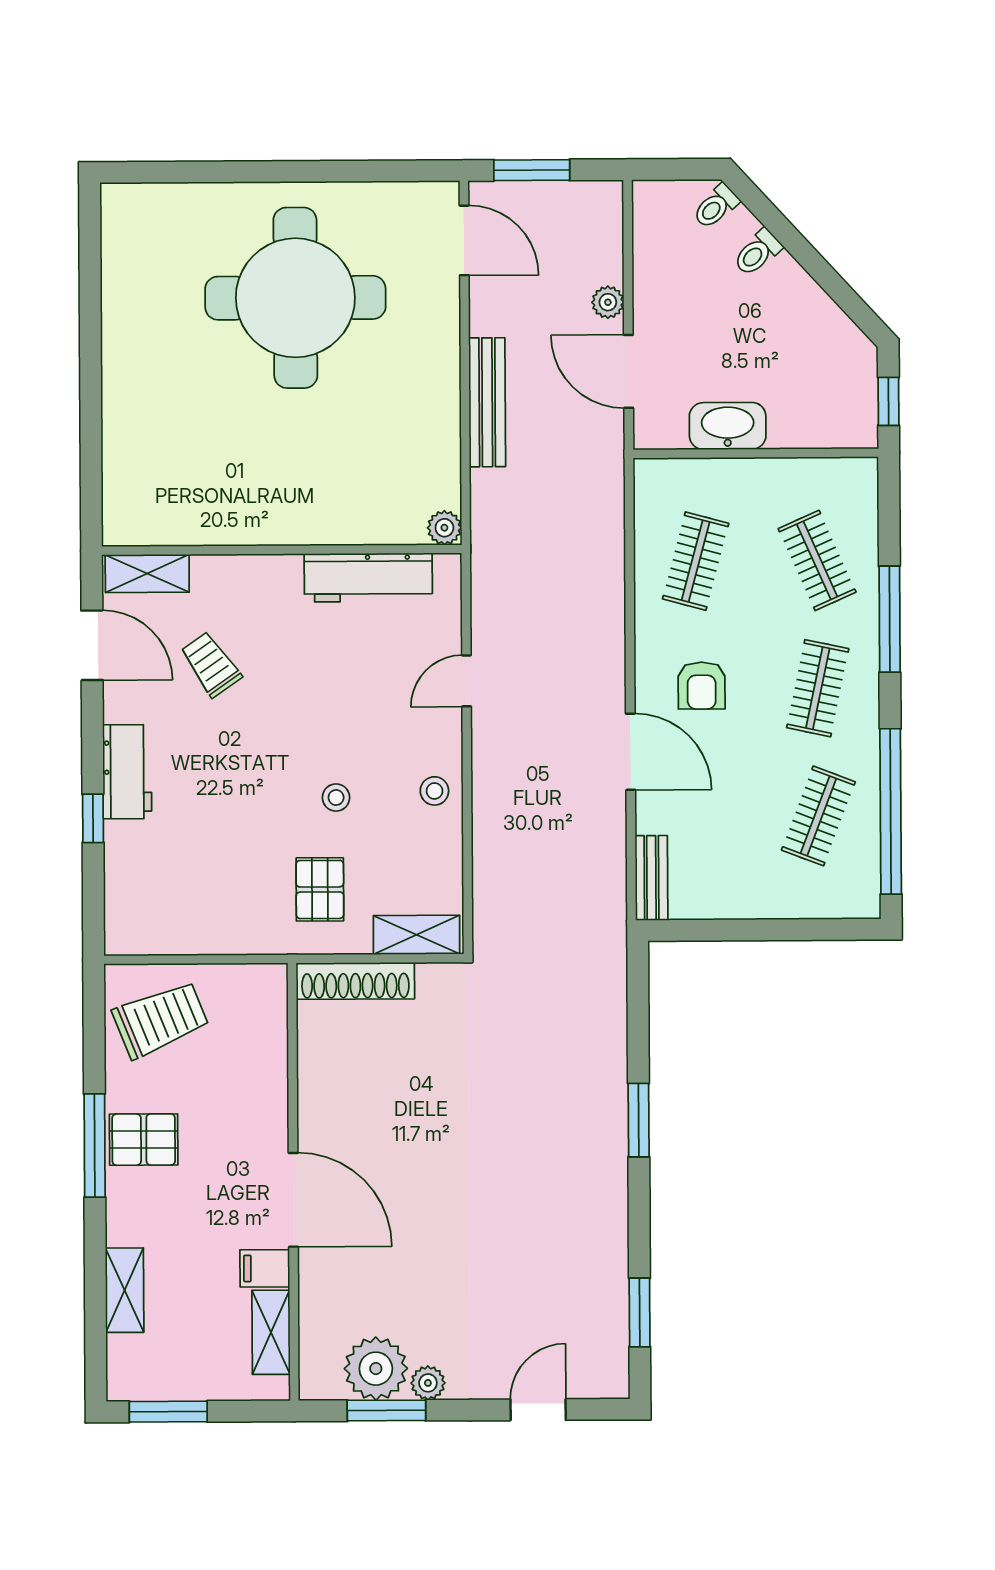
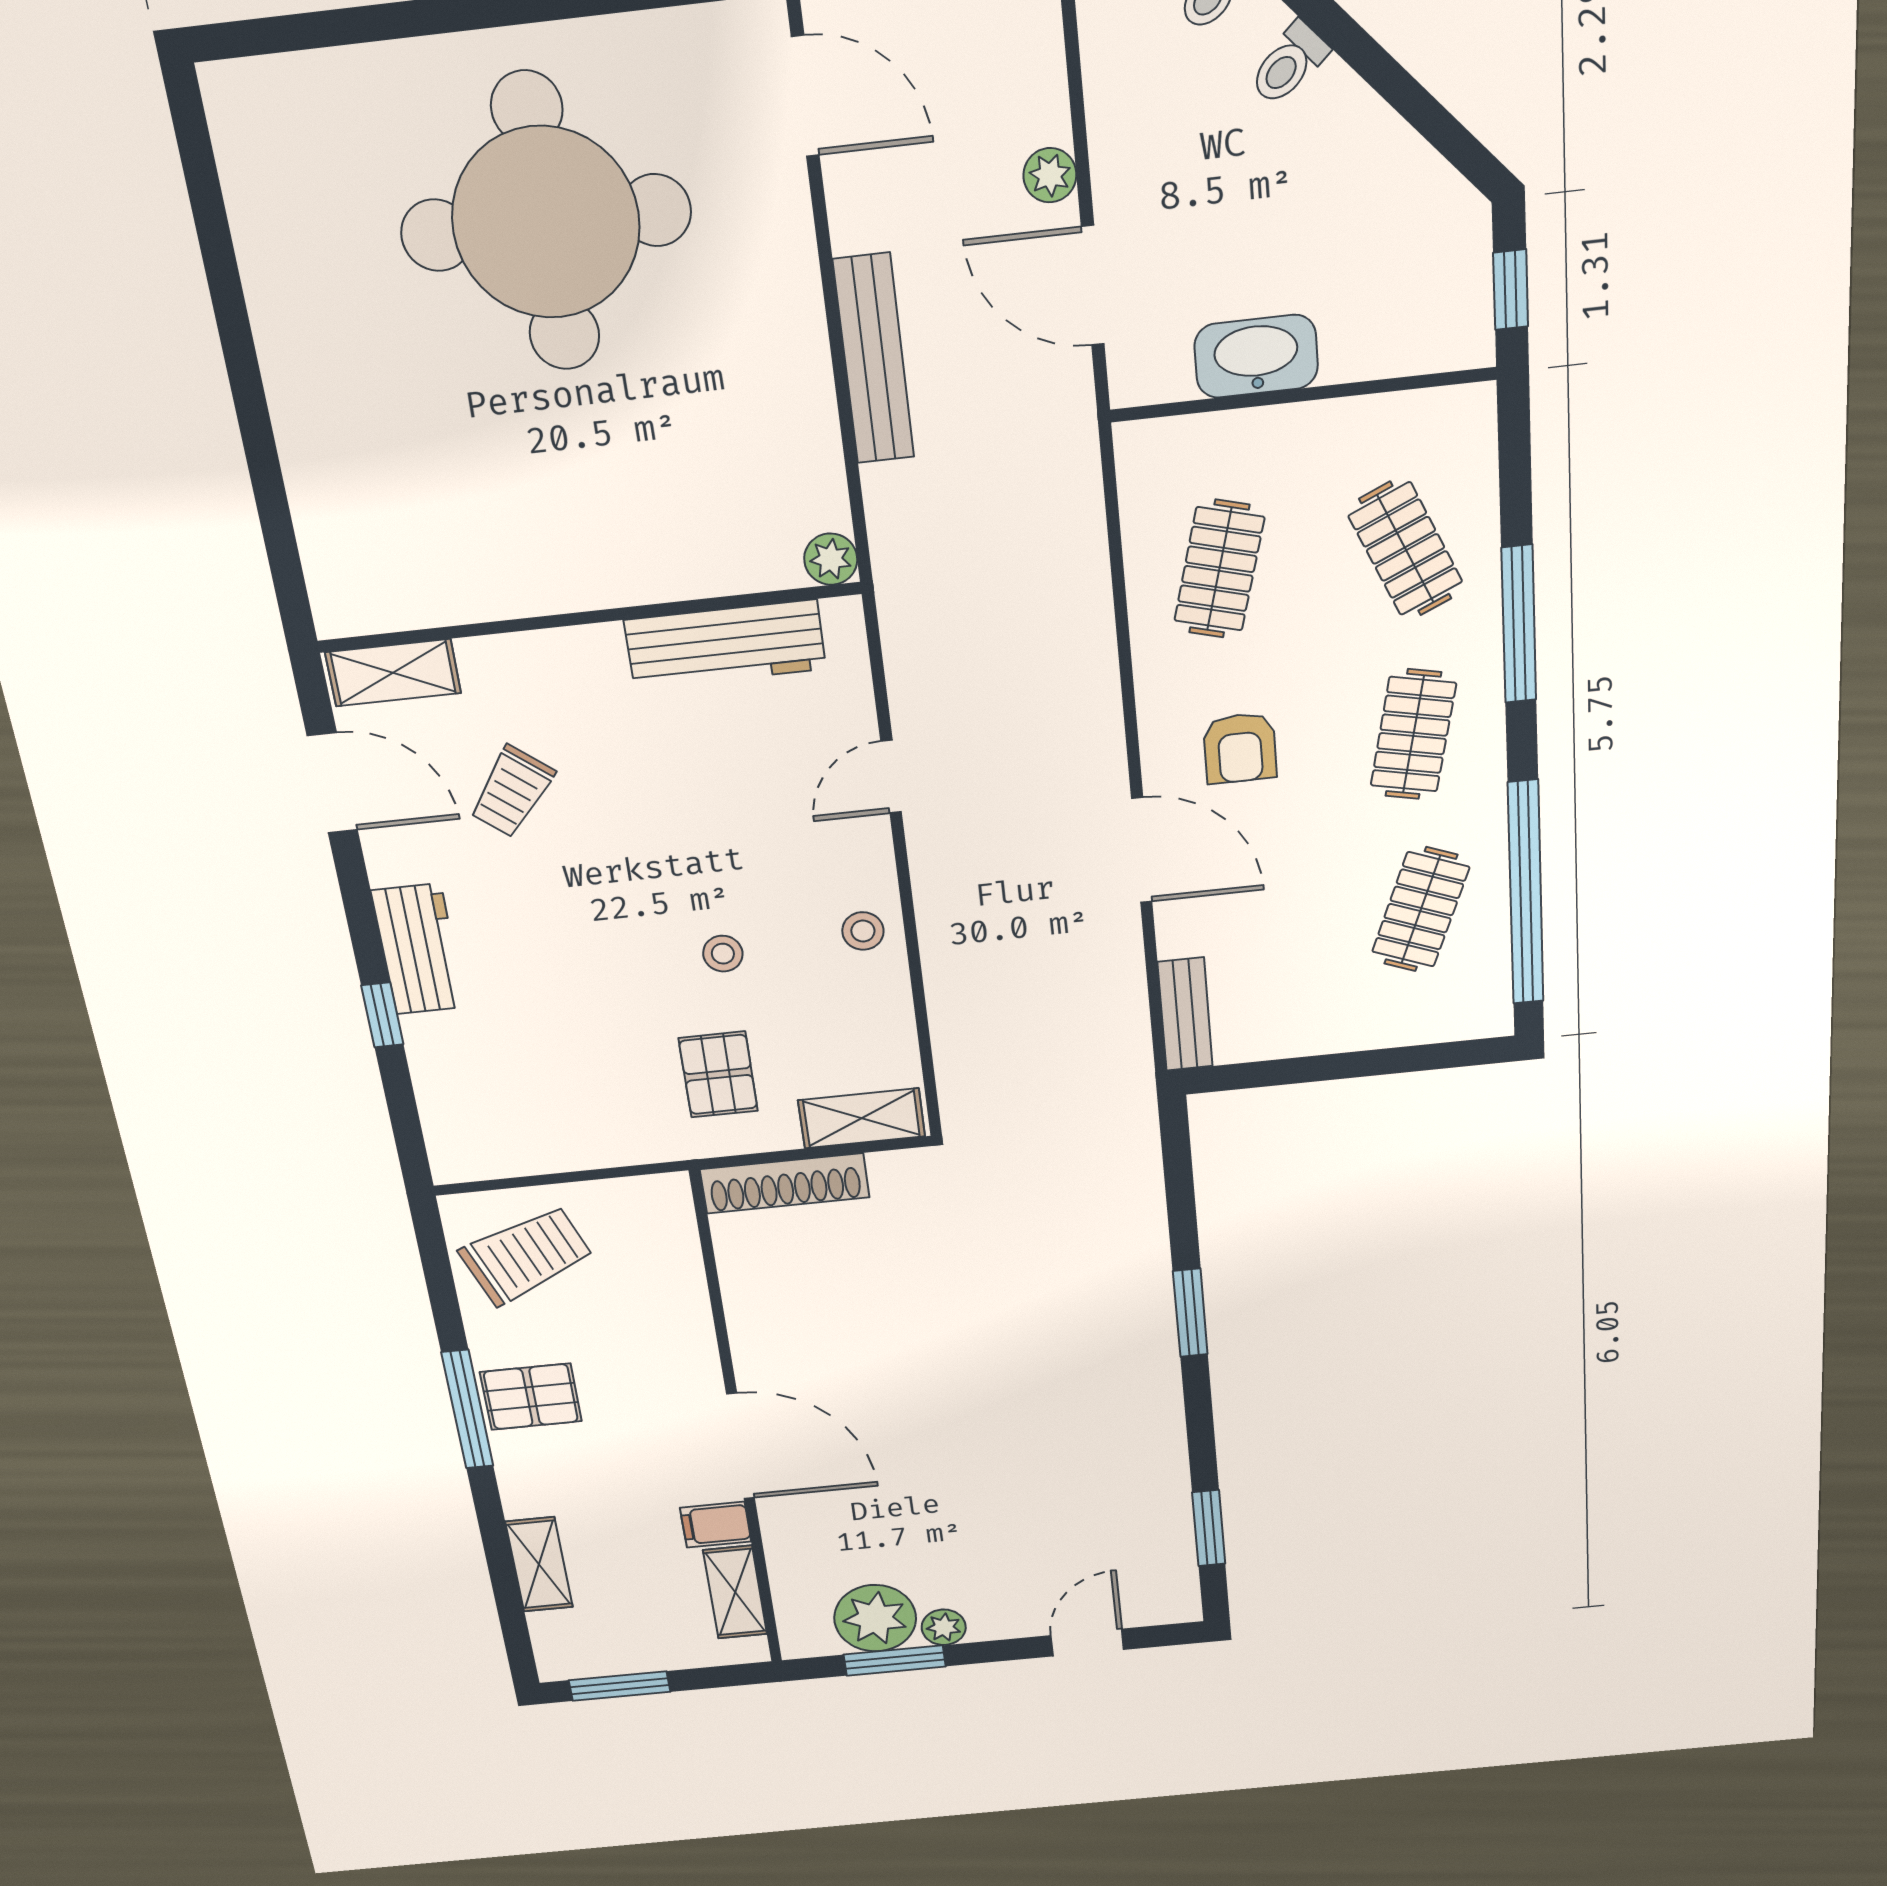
trolley: (211, 664) -> (512, 792), turned -107

